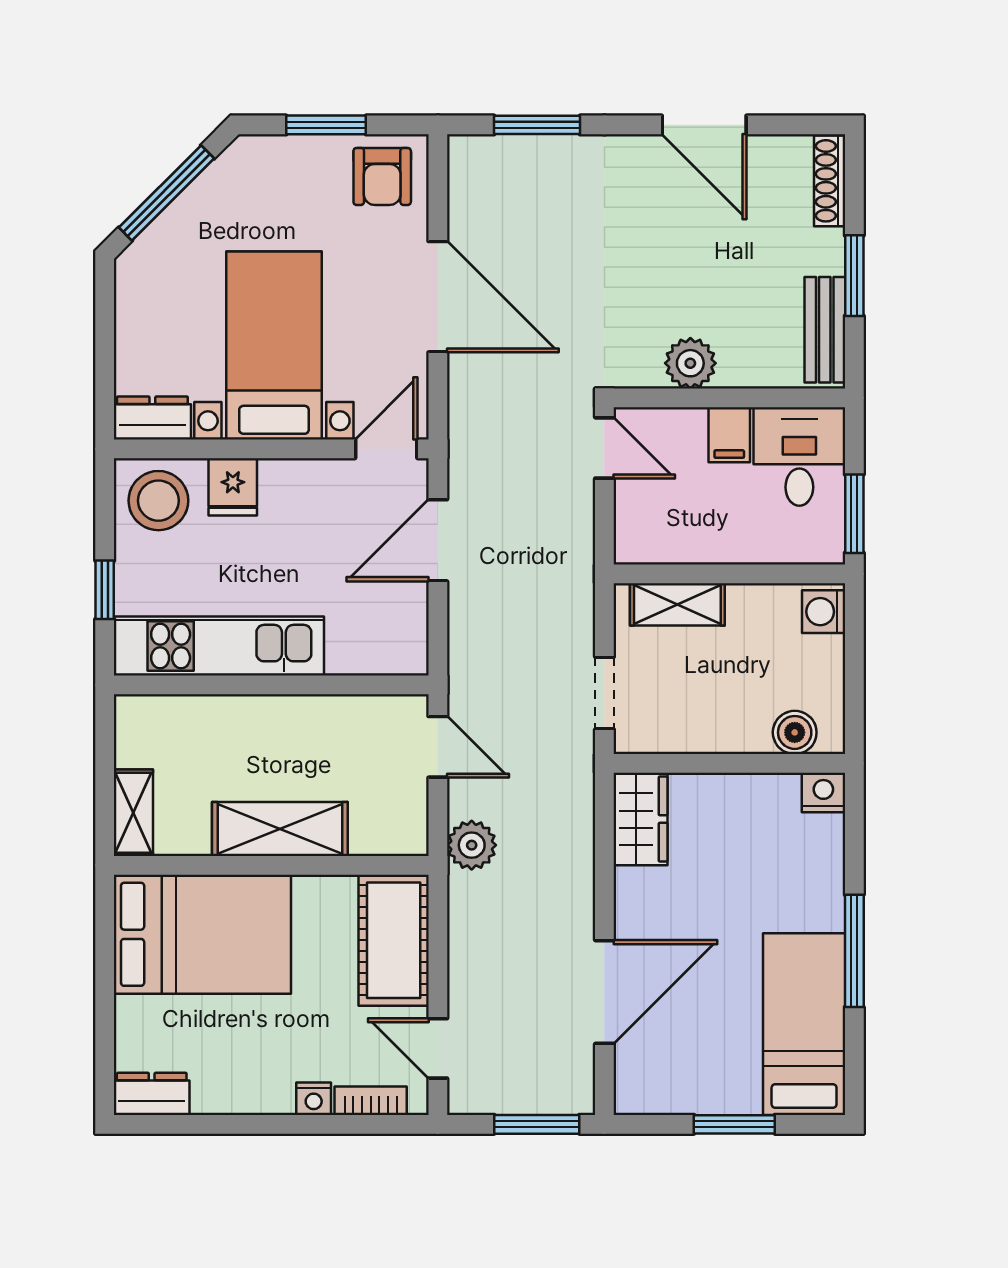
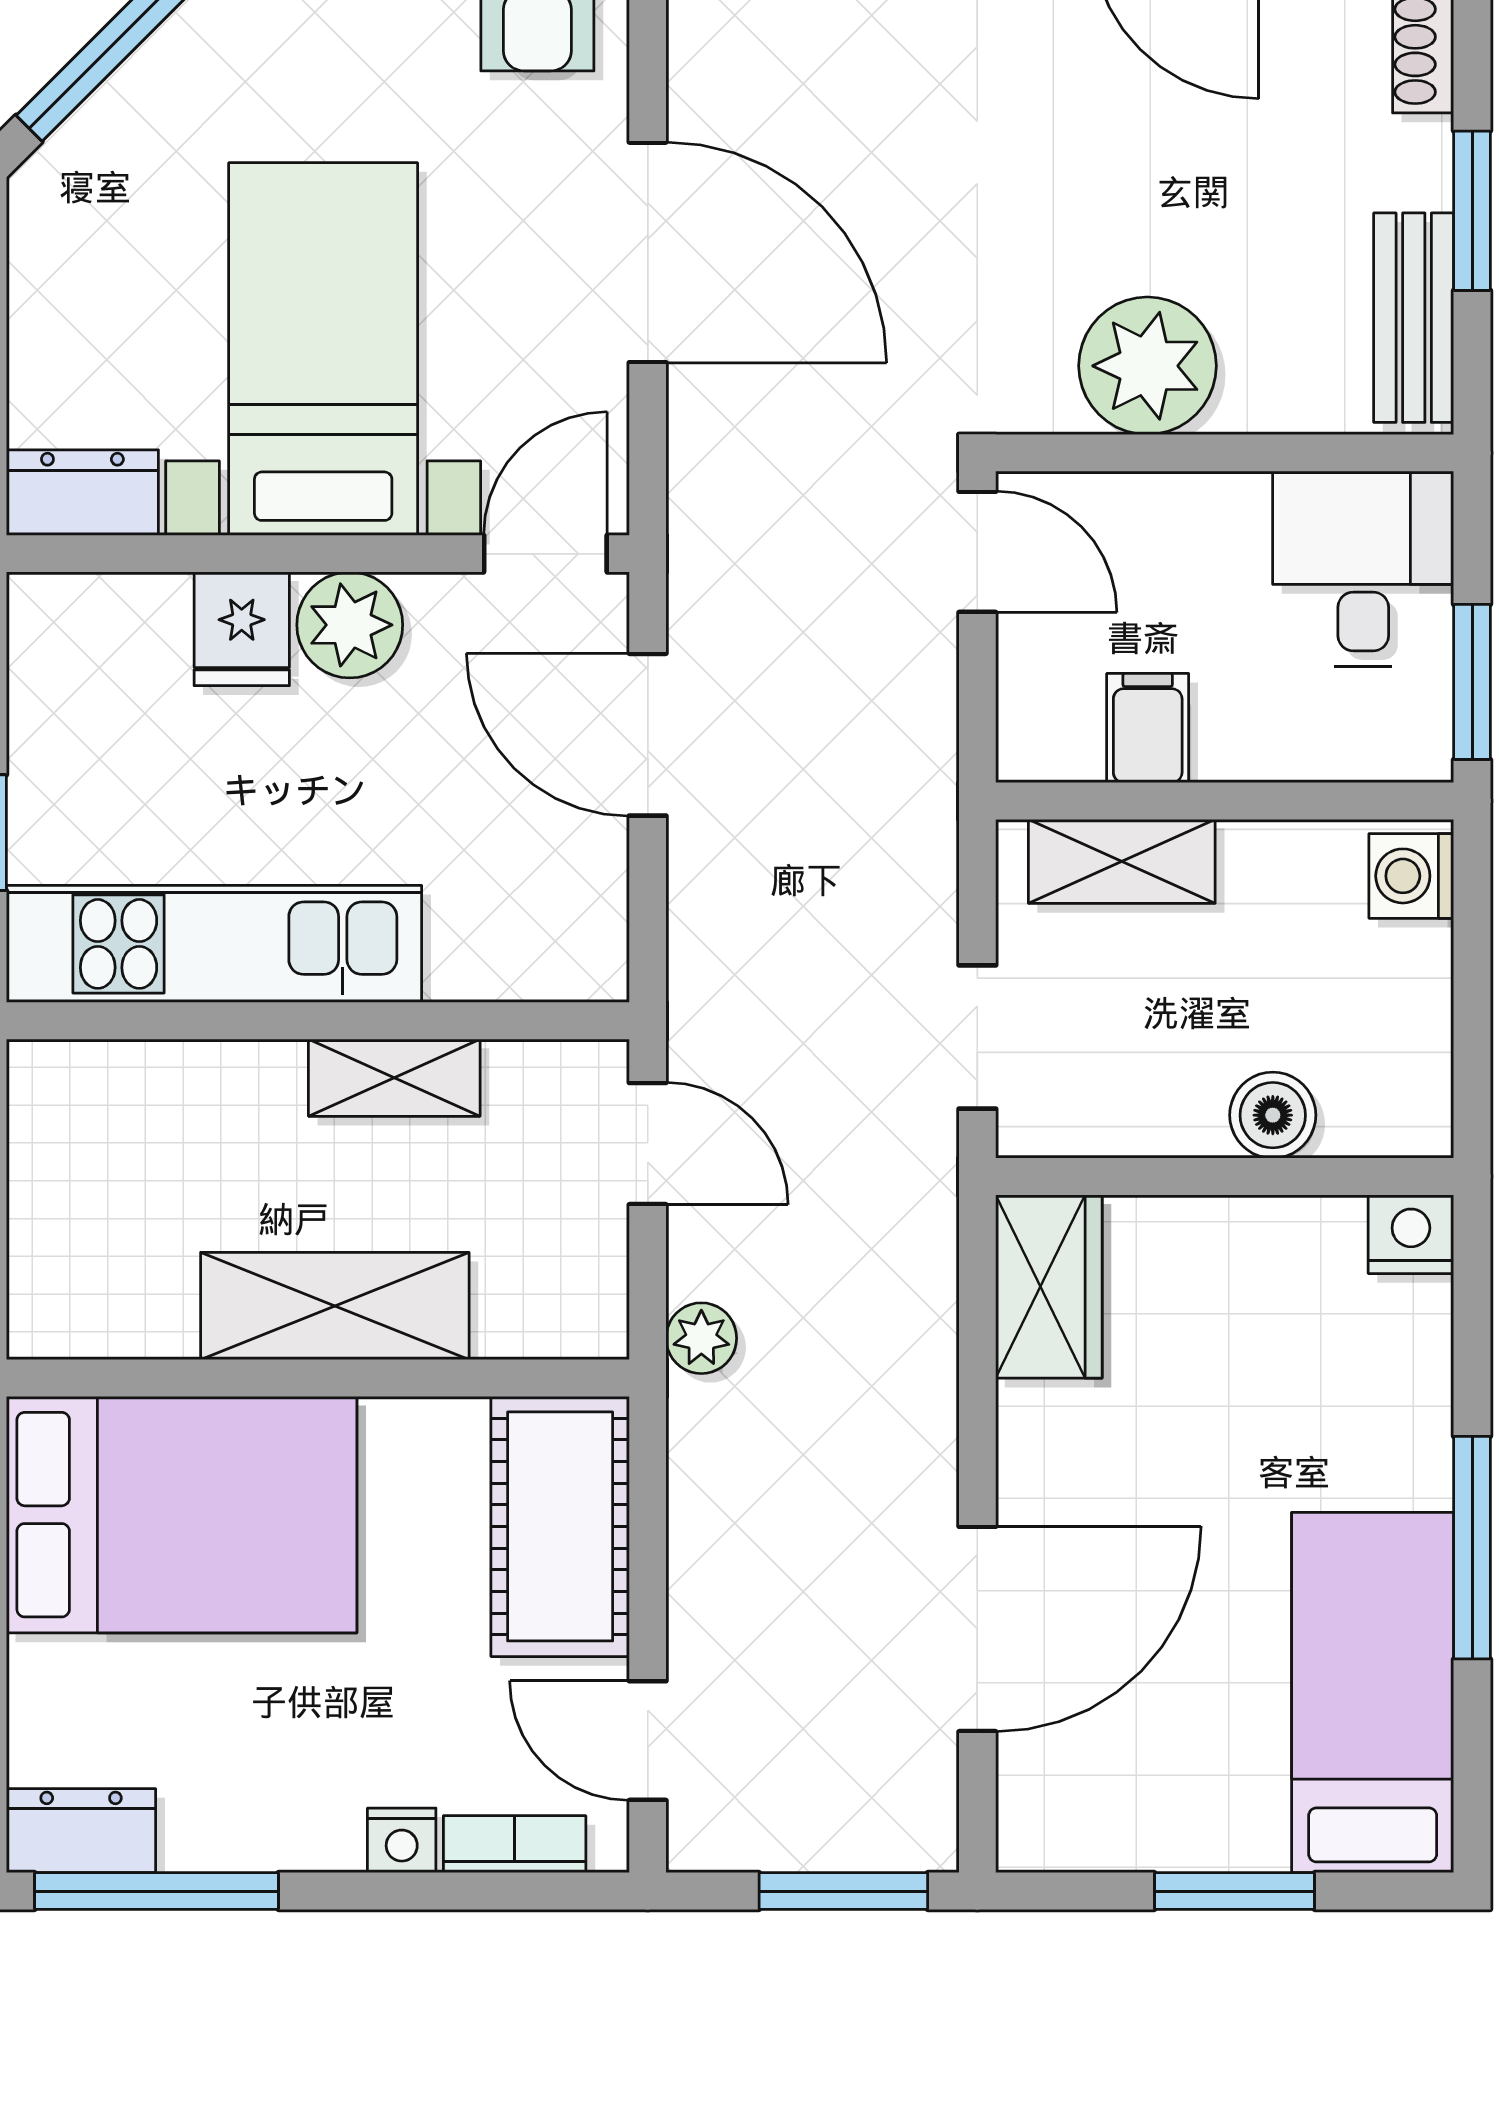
plant: (690, 363) -> (1147, 366), width x1.36, depth x1.36
filing cabinet: (729, 435) -> (1148, 728), moved, turned 180
plant: (287, 485) -> (350, 625), added
stool: (158, 501) -> (94, 656), removed
door: (438, 540) -> (648, 735), hinge flipped
boiler: (795, 732) -> (1273, 1115), moved
shelving: (133, 813) -> (394, 1078), moved, turned 90
plant: (472, 845) -> (701, 1338), width x0.73, depth x0.73
window: (190, 1124) -> (157, 1891), added

